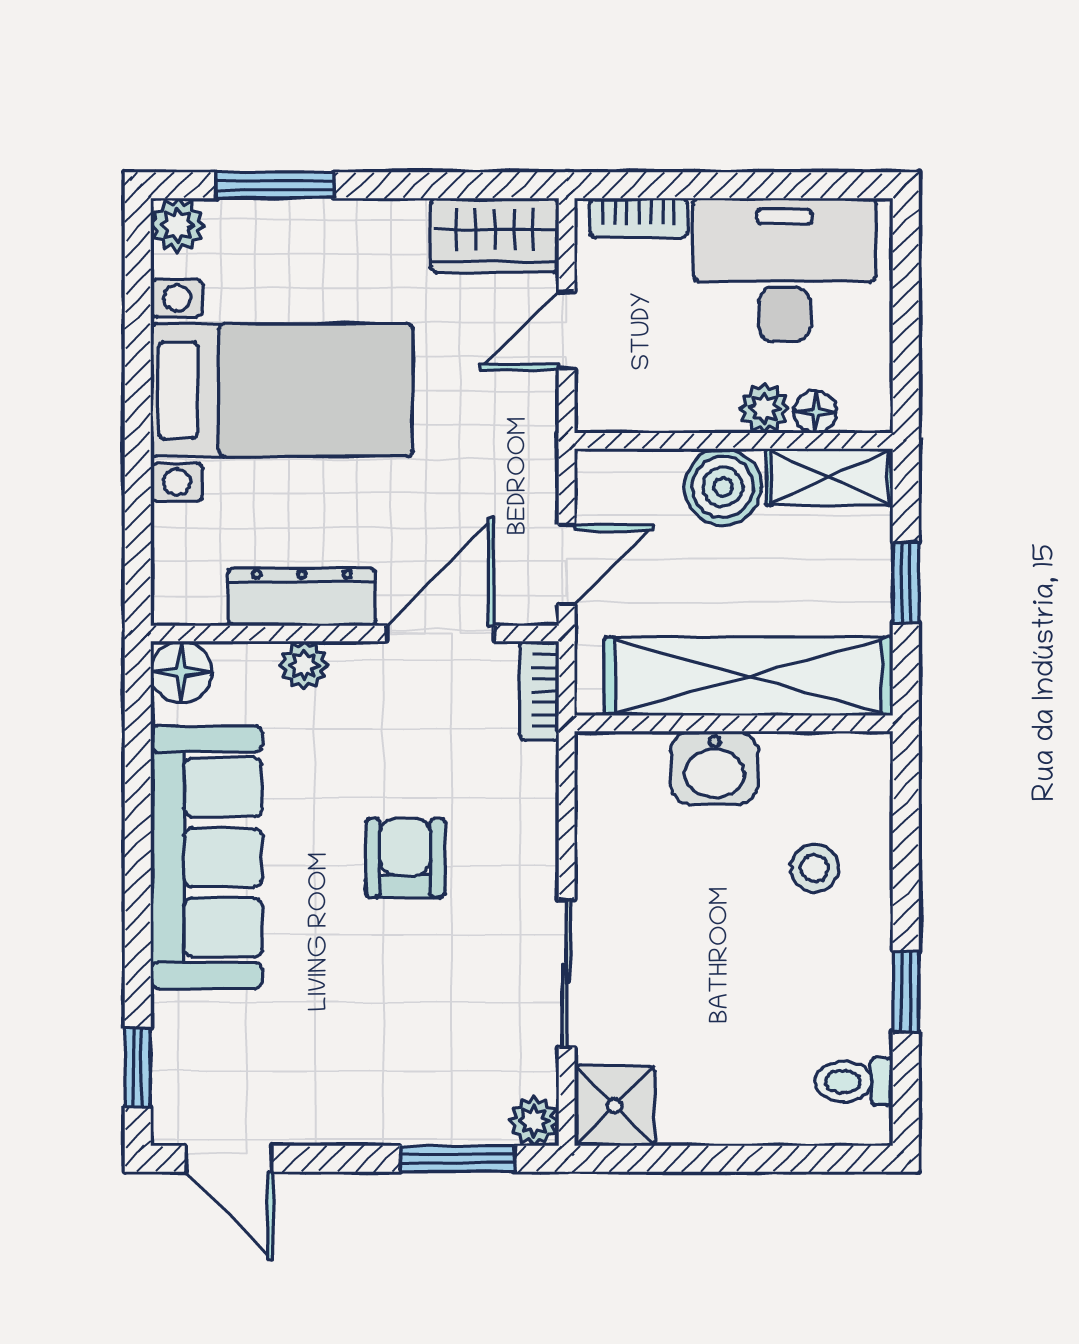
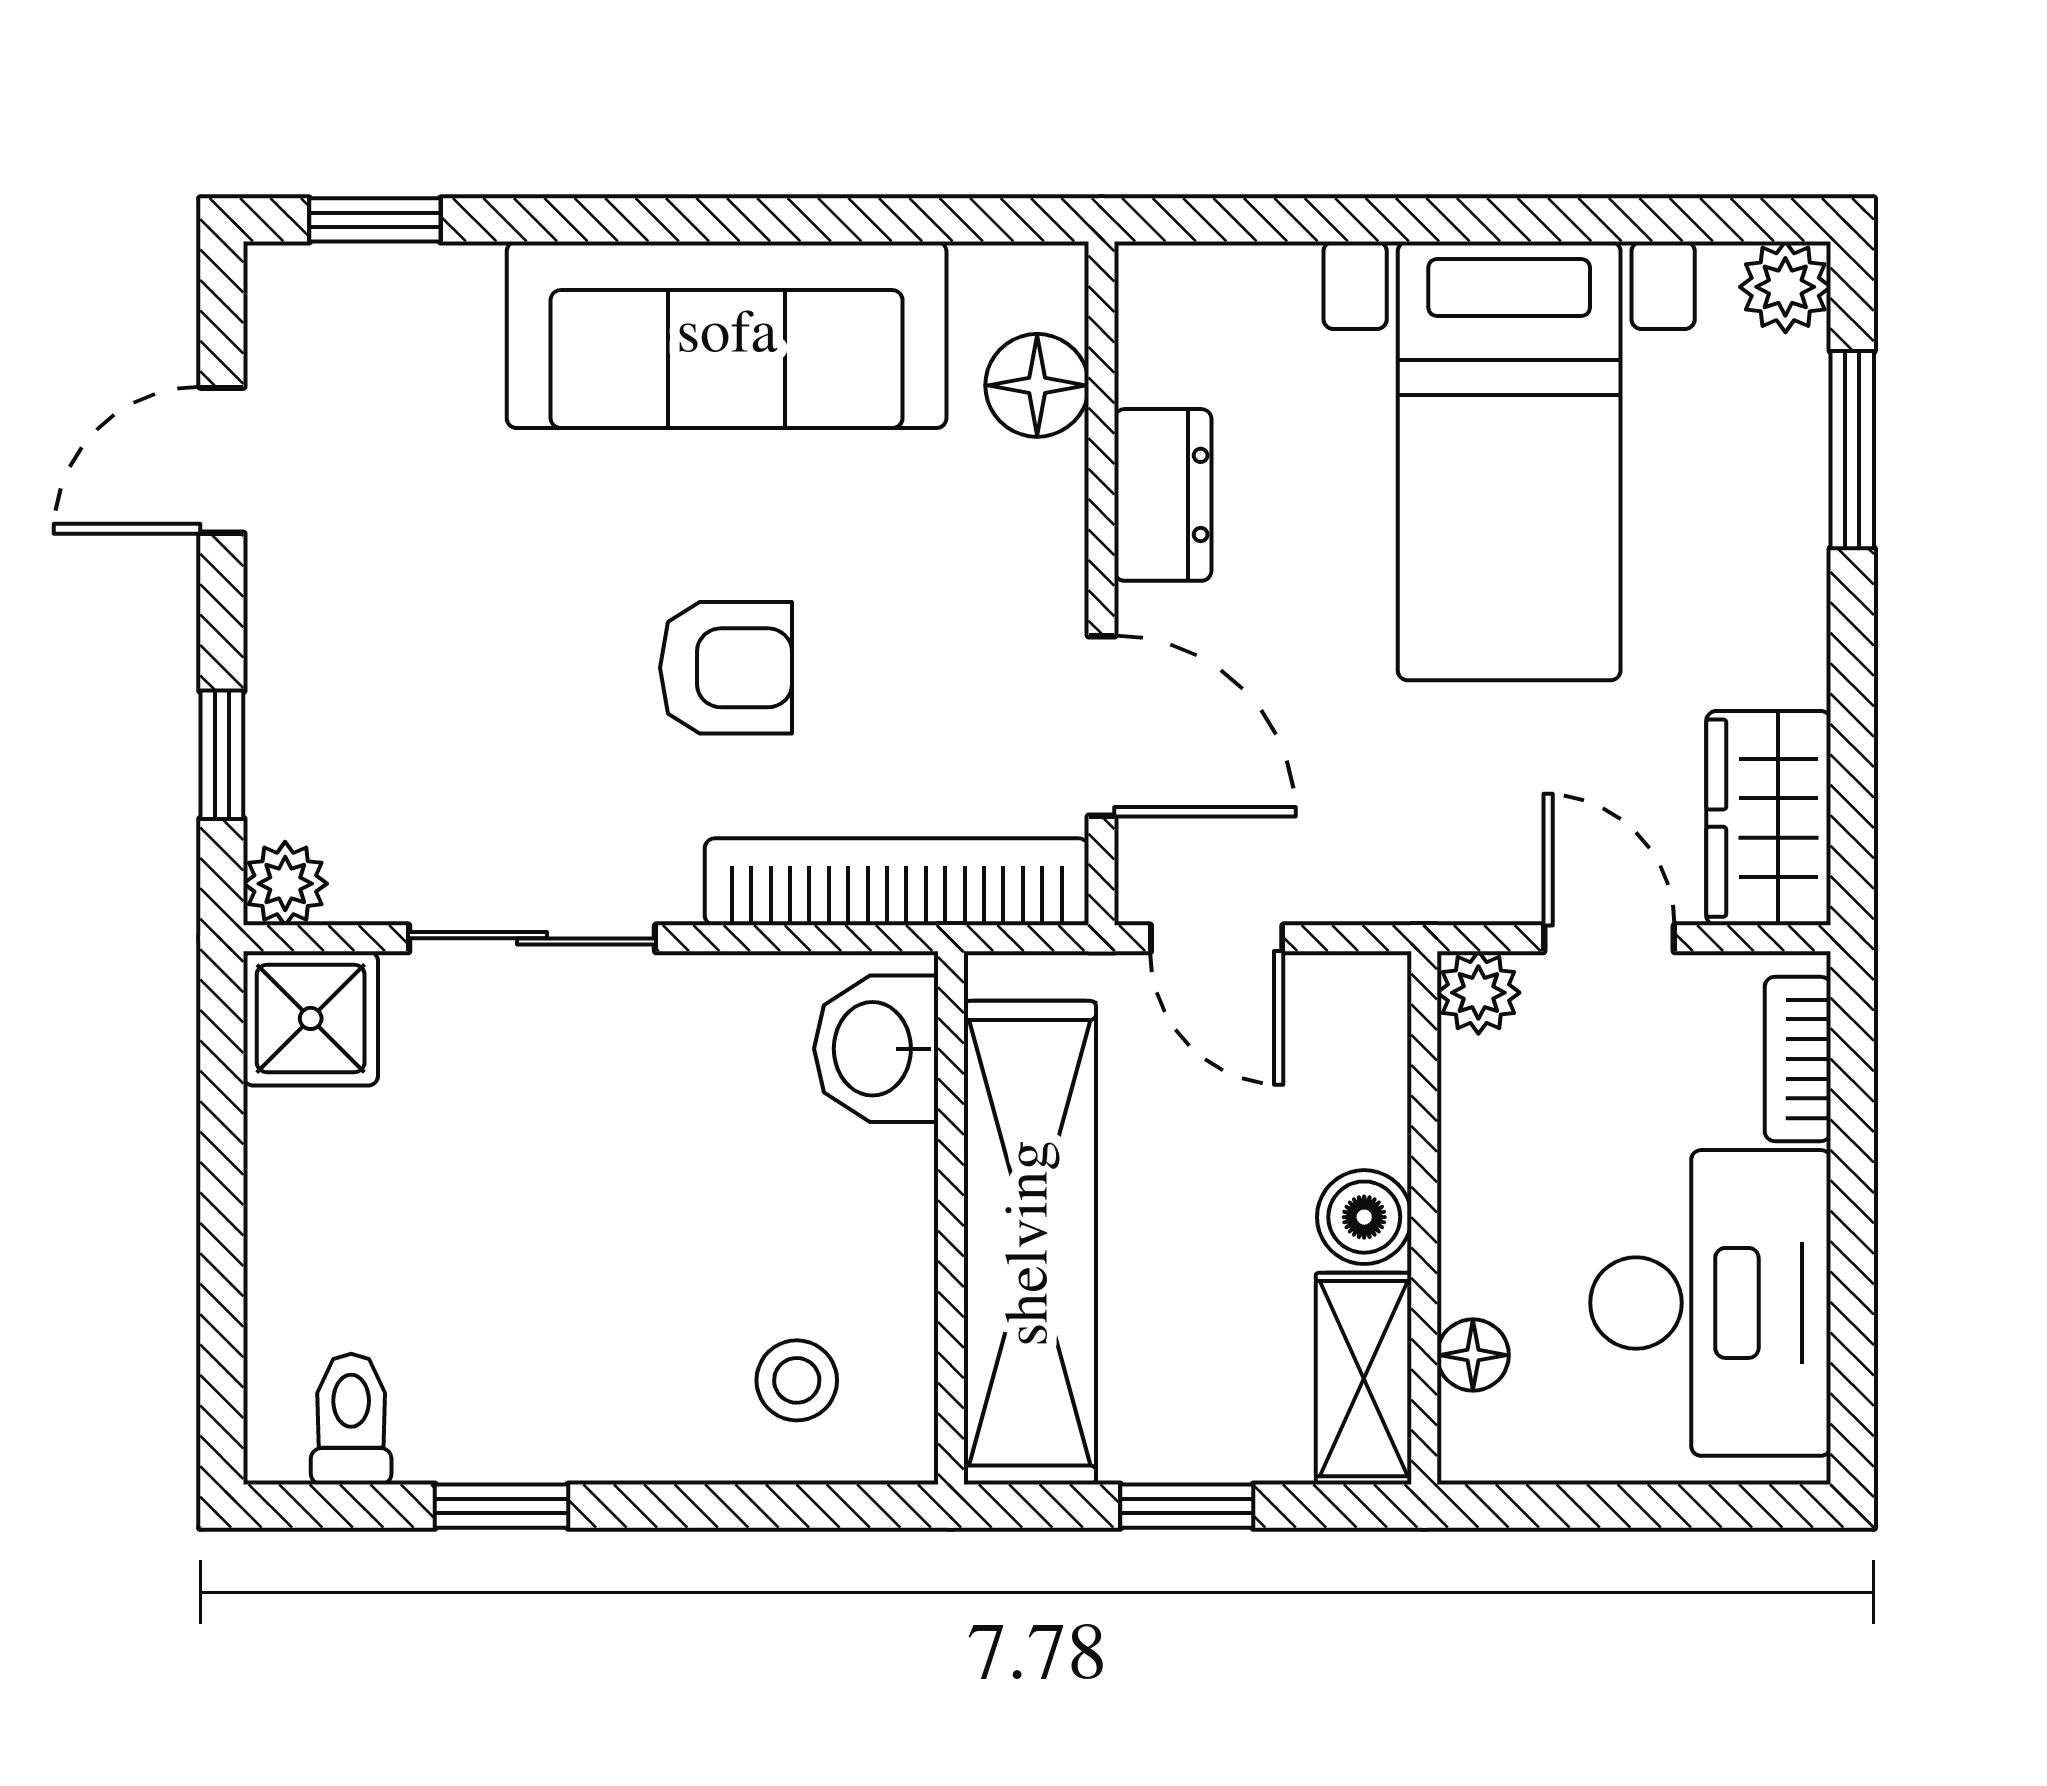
plant: (764, 408) -> (1478, 993), moved
boiler: (723, 487) -> (1364, 1217), width x0.73, depth x0.73
dresser: (302, 597) -> (1163, 495), width x0.70
plant: (304, 665) -> (1048, 498), removed
floor lamp: (181, 672) -> (1037, 385), moved
bookcase: (539, 691) -> (897, 882), width x2.31, depth x1.31
washbasin: (715, 768) -> (876, 1049), moved
stool: (815, 868) -> (797, 1380), moved
door: (229, 1159) -> (222, 460), moved
window: (457, 1159) -> (222, 755), width x0.67

